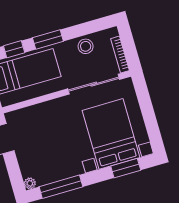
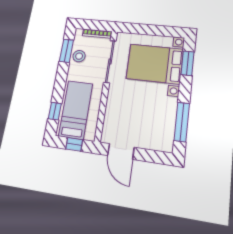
window: (48, 40) -> (66, 51), moved
plant: (30, 183) -> (168, 147), removed

